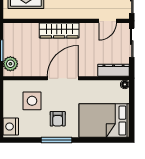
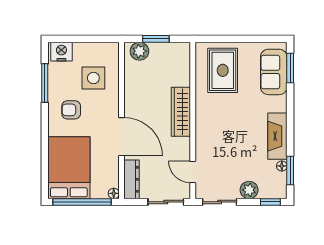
door: (63, 78) -> (121, 137), moved
window: (132, 110) -> (82, 202), added
window: (57, 140) -> (45, 83), moved

